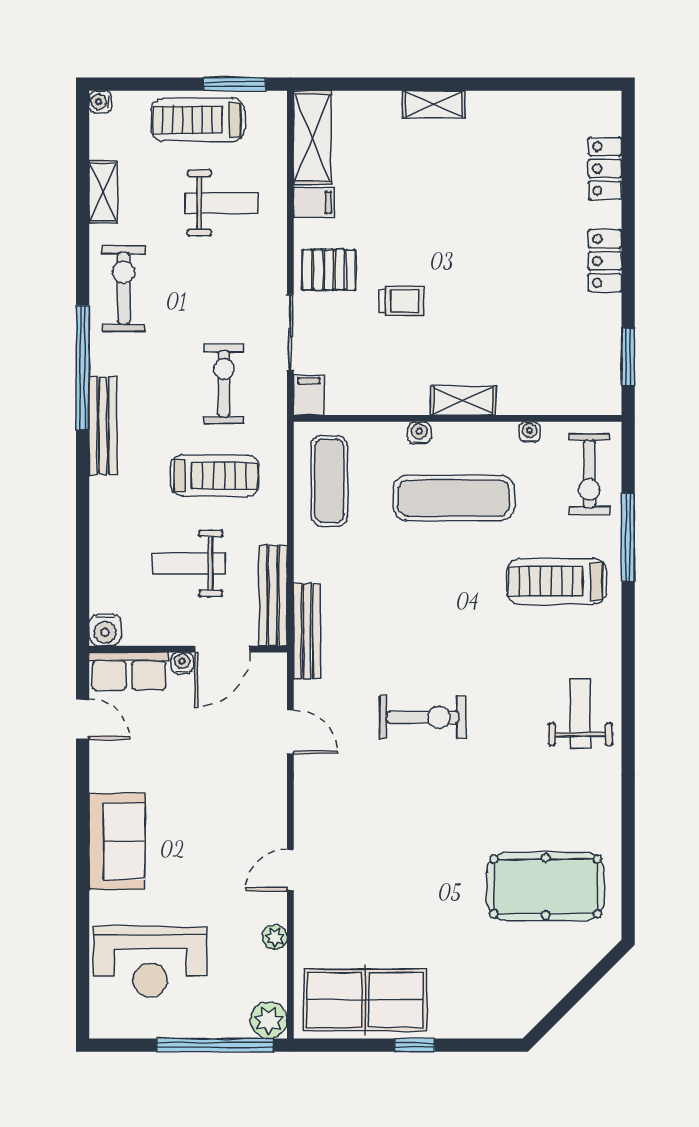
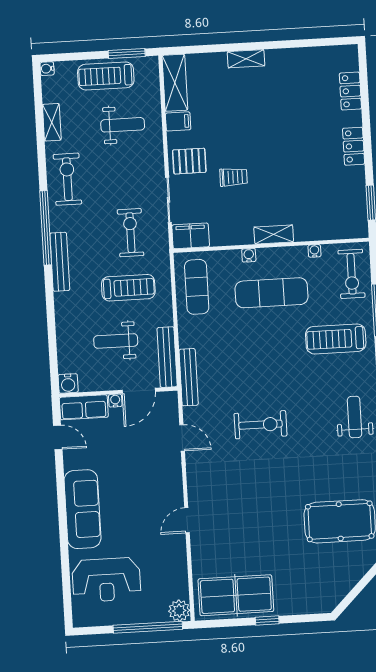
filing cabinet: (309, 395) -> (191, 236), width x2.00
sofa: (117, 841) -> (82, 509), width x1.36
plant: (275, 937) -> (180, 561), removed

